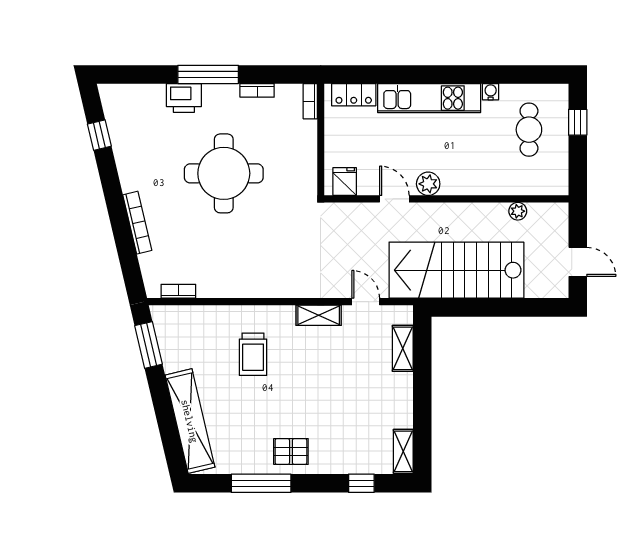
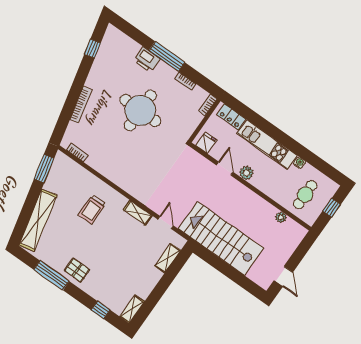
fridge: (345, 182) -> (206, 143), moved
plant: (428, 184) -> (246, 173), moved
door: (394, 199) -> (225, 169), moved
wall: (446, 199) -> (250, 187), moved
plant: (518, 211) -> (281, 217), moved

